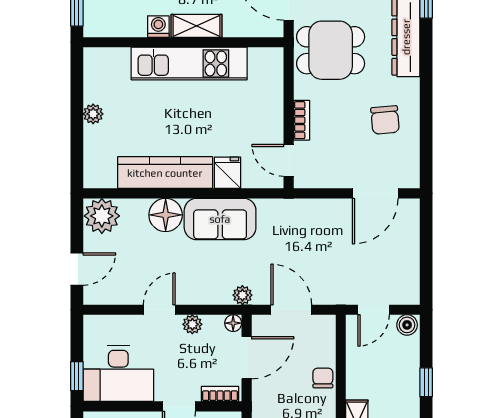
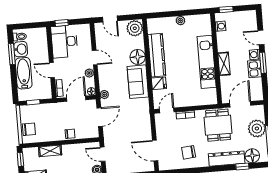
washing machine: (158, 27) -> (221, 26), moved
door: (247, 358) -> (76, 99), swing flipped

